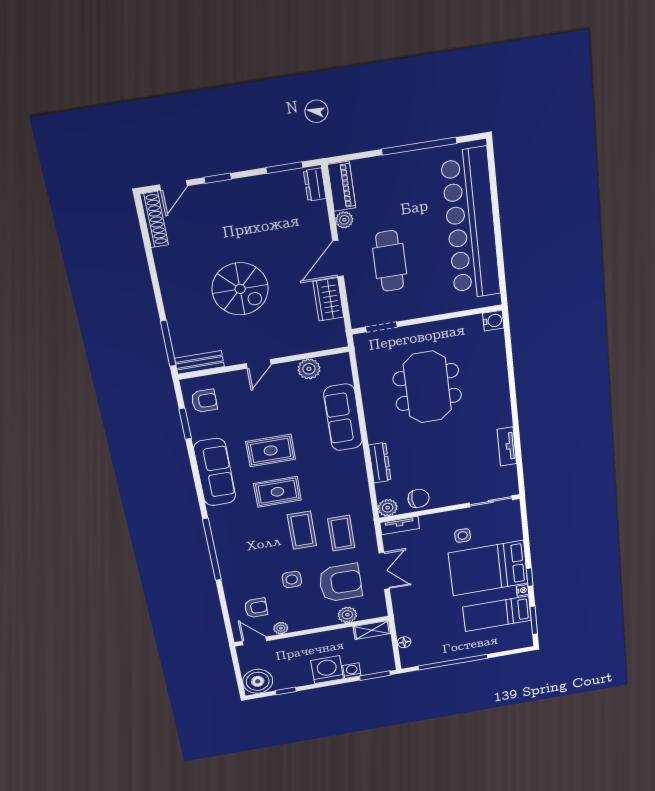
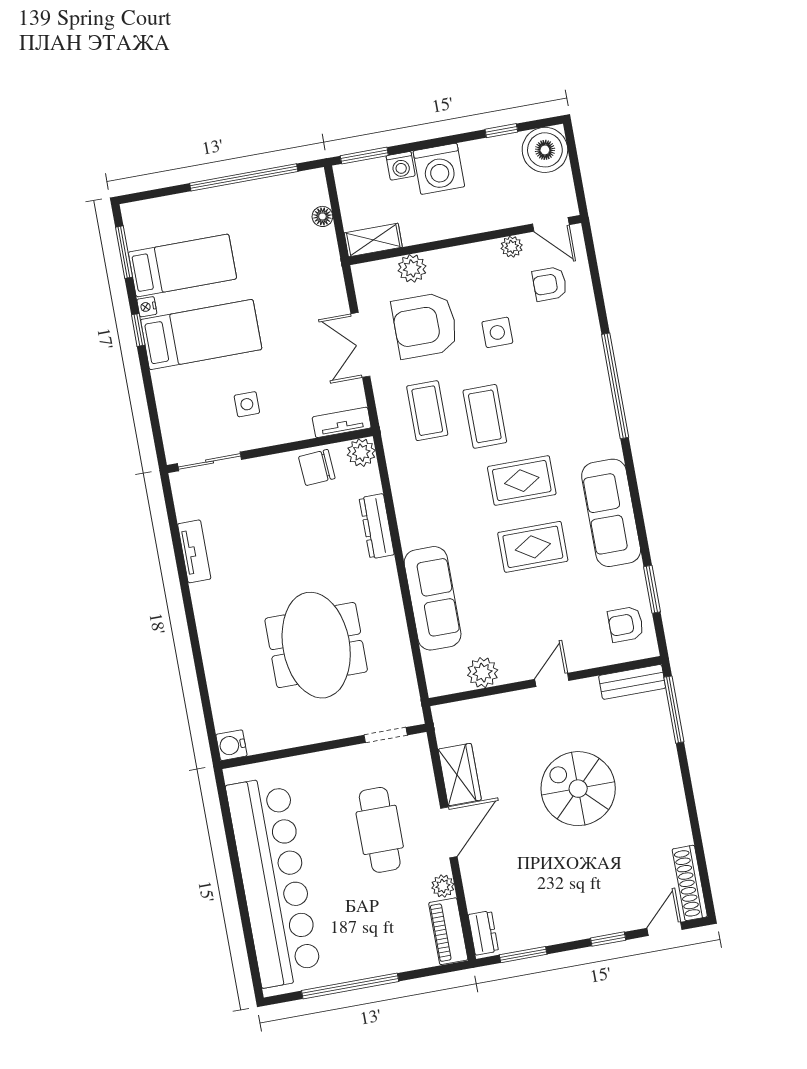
bed: (488, 568) -> (201, 335), width x0.67

